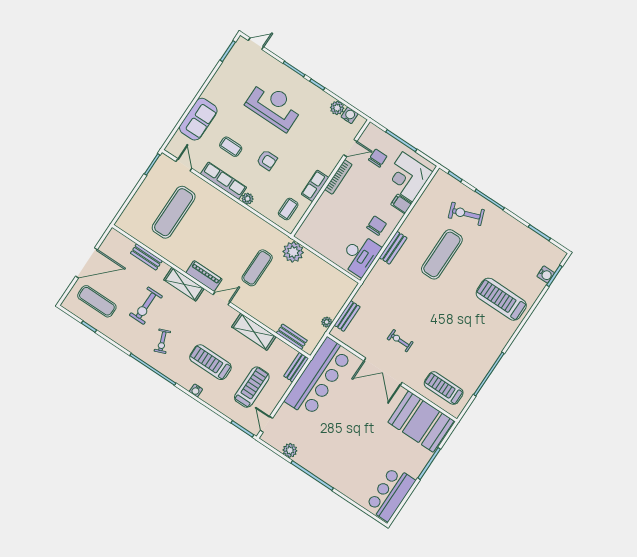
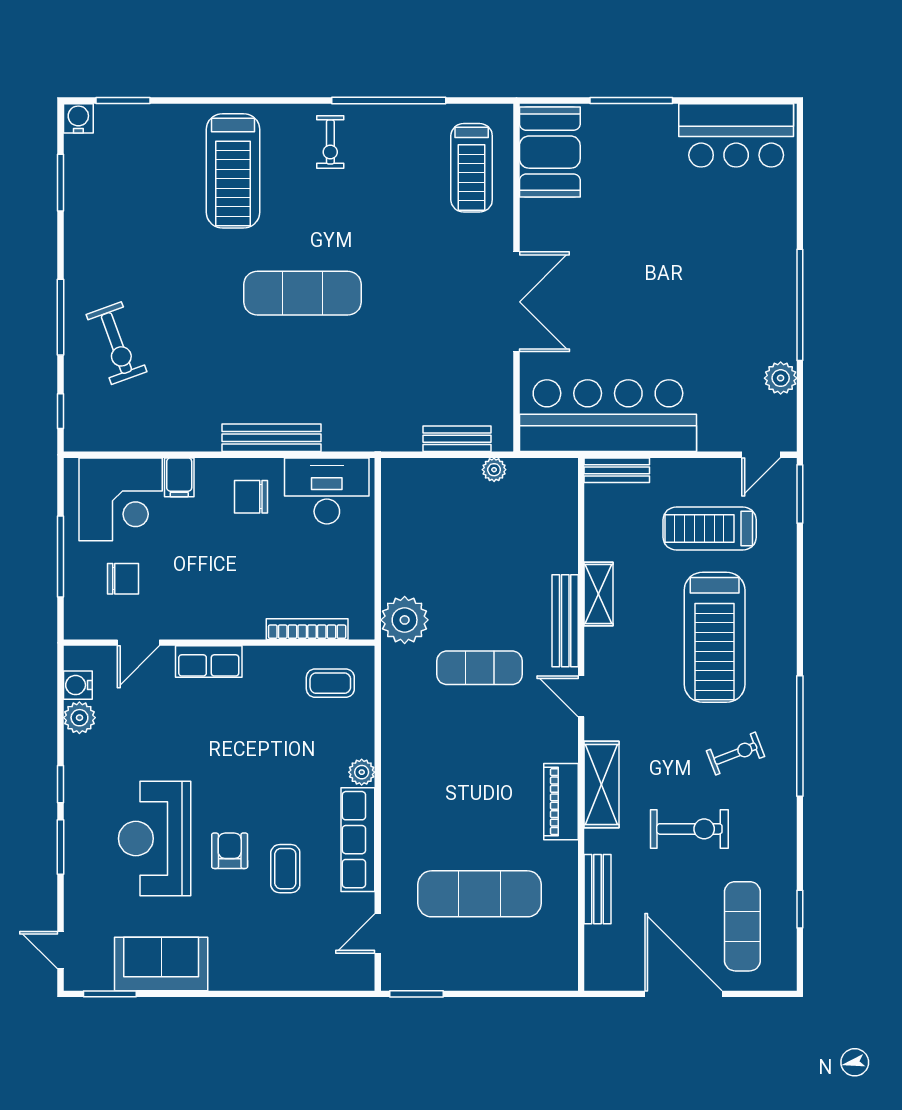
sofa: (198, 119) -> (161, 964), moved
door: (350, 148) -> (138, 643), swing flipped
chair: (378, 158) -> (123, 579), turned 180
armchair: (267, 160) -> (230, 851), moved
bookcase: (338, 177) -> (307, 629), moved
row of seats: (315, 186) -> (209, 662), moved
bench: (393, 248) -> (272, 438), width x1.36
exercise mat: (442, 254) -> (303, 293), moved
water cooler: (546, 275) -> (78, 118), moved
piano: (204, 276) -> (561, 802), moved
shelving: (254, 332) -> (599, 594), width x0.67, depth x0.75
bench: (292, 337) -> (565, 621), moved, width x1.36
exercise bike: (400, 341) -> (330, 142), moved
treadmill: (210, 362) -> (715, 637), width x1.37, depth x1.38
water cooler: (196, 390) -> (786, 629), removed
booth: (421, 422) -> (550, 152), width x0.73, depth x0.70

